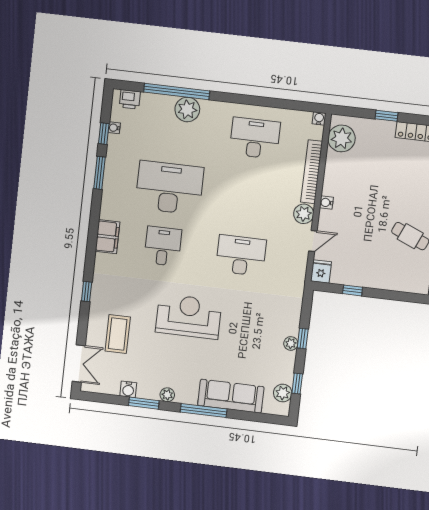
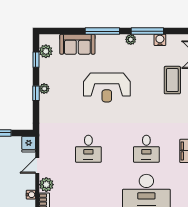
desk: (241, 255) -> (88, 149), width x0.73
reception desk: (189, 316) -> (107, 87), moved
sofa: (231, 396) -> (77, 44), width x0.73
window: (144, 403) -> (147, 31), width x1.44

